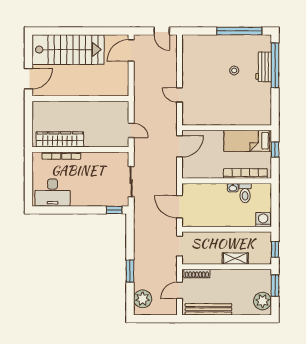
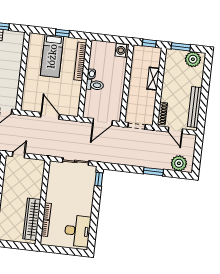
wall: (227, 128) -> (23, 71), moved
door: (131, 130) -> (19, 155), moved
toilet: (245, 193) -> (95, 85), moved

